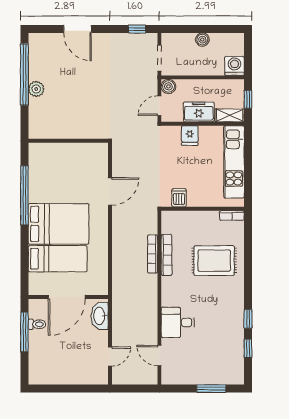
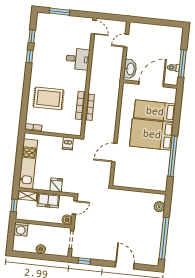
plant: (36, 89) -> (159, 207), moved
door: (159, 356) -> (94, 27), moved

